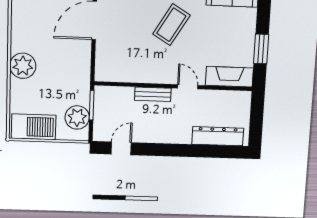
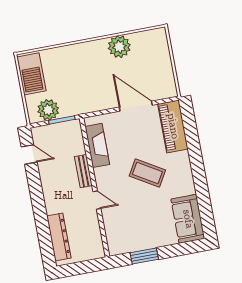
plant: (23, 66) -> (119, 47), moved
fireplace: (229, 77) -> (97, 145), moved
door: (188, 87) -> (97, 200), hinge flipped

